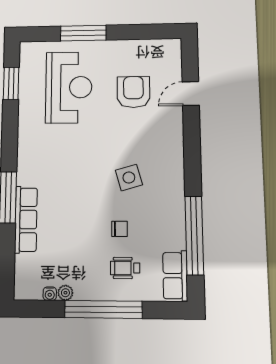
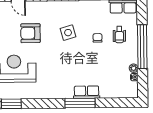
armchair: (133, 92) -> (30, 33), moved
row of seats: (26, 220) -> (87, 92), width x0.68

